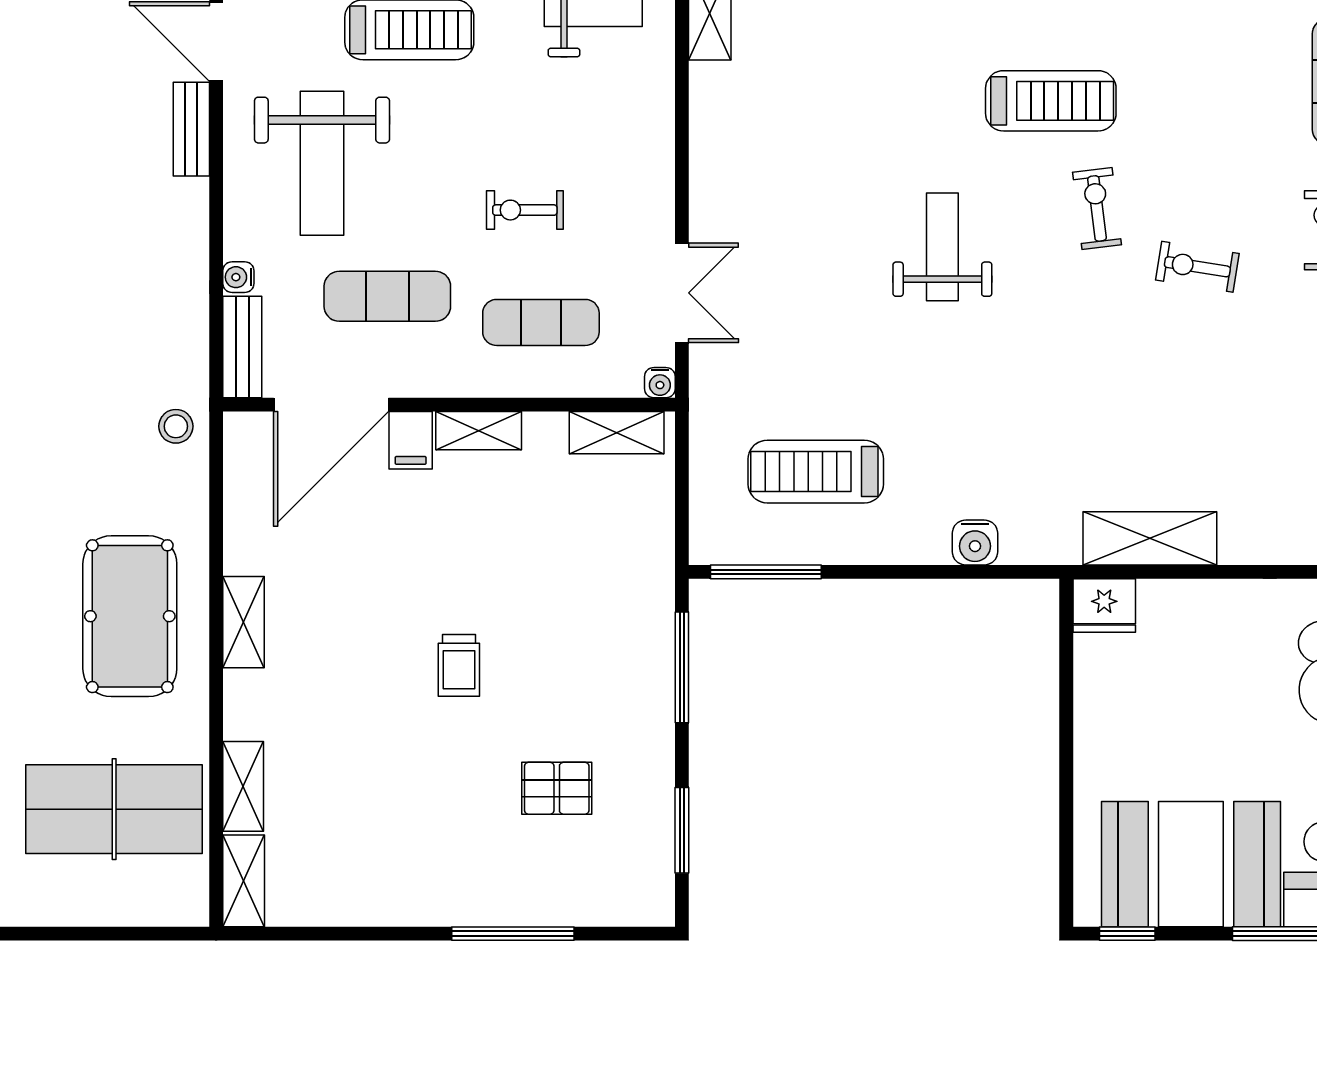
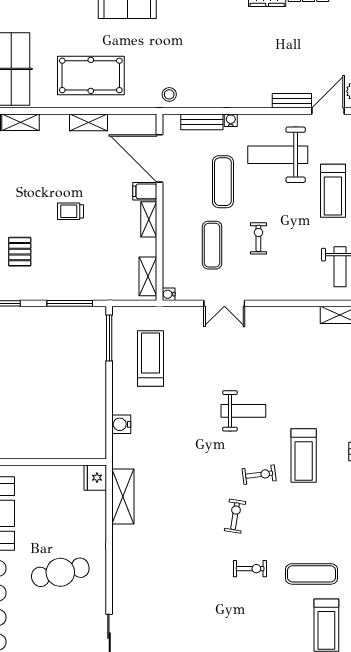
water cooler: (660, 383) -> (169, 294), moved
door: (331, 405) -> (159, 158), moved
wall: (449, 405) -> (159, 207), moved
shelving: (479, 431) -> (149, 219), moved
shelving: (617, 433) -> (148, 276), moved
filing cabinet: (411, 440) -> (145, 191), moved

